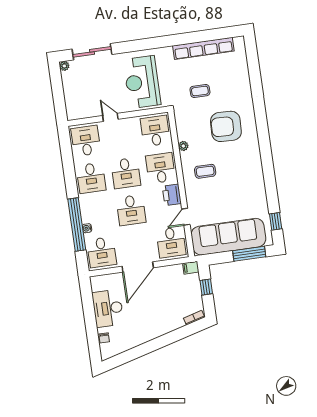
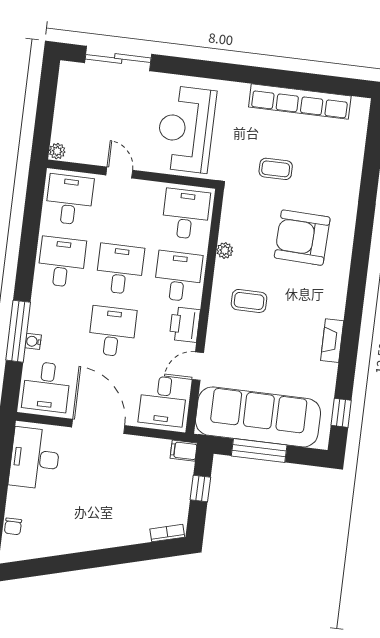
plant: (64, 66) -> (57, 151), moved
desk: (126, 173) -> (120, 269), turned 180
desk: (91, 178) -> (62, 262), turned 180
fireplace: (259, 181) -> (332, 341), added
desk: (131, 210) -> (112, 332), turned 180
window: (77, 225) -> (18, 331), width x0.68
window: (249, 254) -> (259, 450), moved
door: (138, 267) -> (98, 426), swing flipped
desk: (108, 308) -> (35, 458), moved

